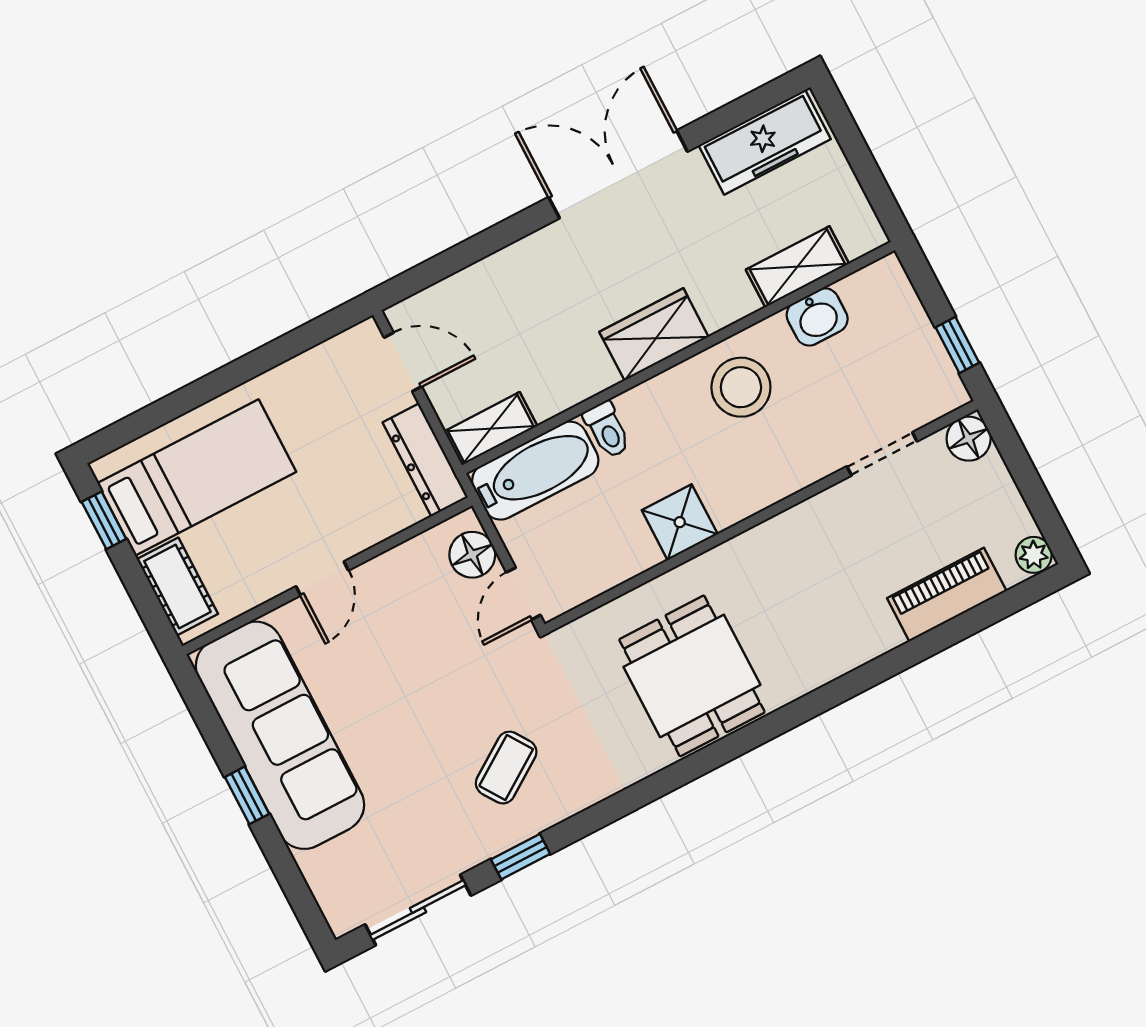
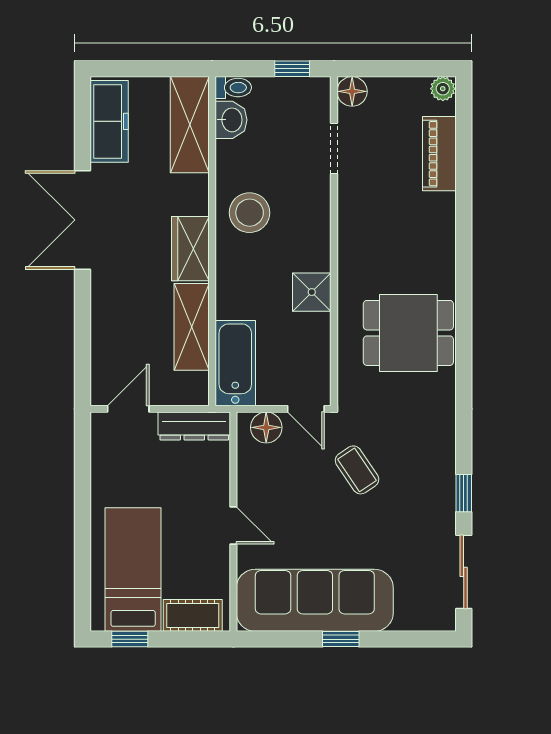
shelving: (797, 267) -> (190, 125), width x1.50, depth x1.33
washbasin: (817, 317) -> (231, 120), moved
shelving: (491, 429) -> (192, 327), moved, width x1.50, depth x1.33
toilet: (607, 430) -> (233, 88), moved
coffee table: (506, 768) -> (357, 470), moved

